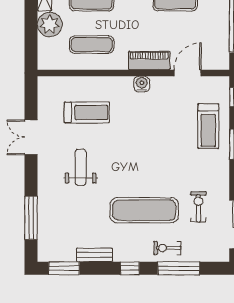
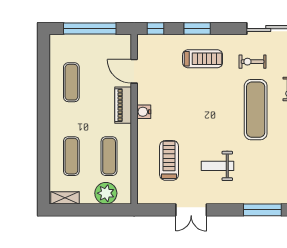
plant: (50, 24) -> (106, 193), moved
treadmill: (208, 126) -> (203, 59), moved

